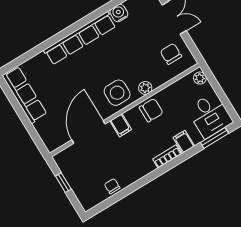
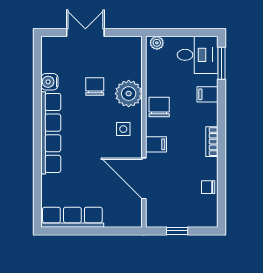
chair: (171, 54) -> (95, 87), moved, turned 90
plant: (145, 88) -> (129, 94), width x1.88, depth x1.88
side table: (117, 93) -> (123, 129), width x0.54, depth x0.54
bookcase: (167, 157) -> (212, 142), moved

